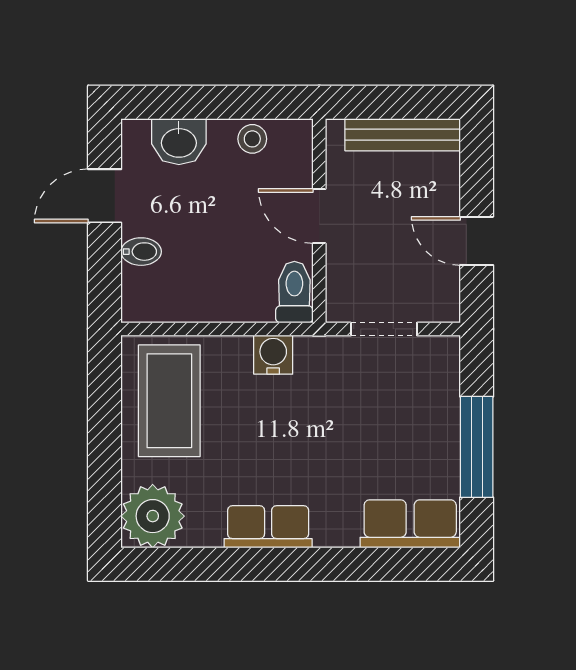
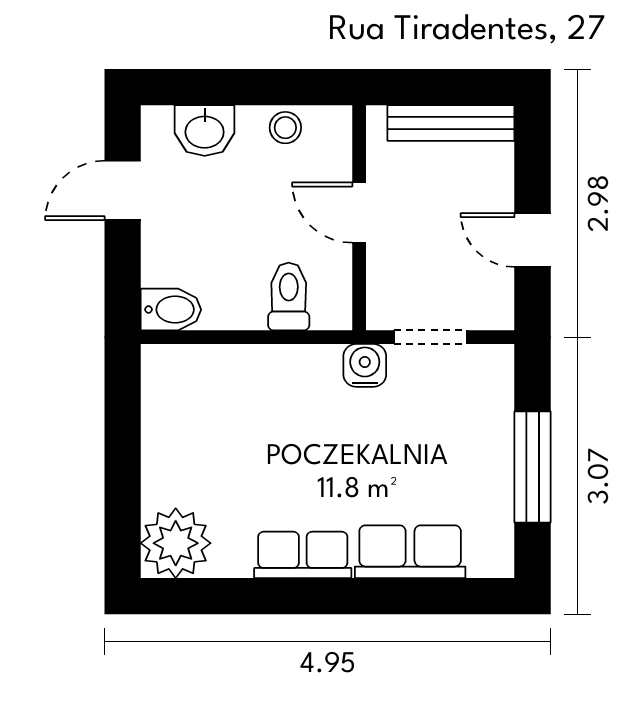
bidet: (141, 252) -> (171, 310), moved, width x1.38, depth x1.36
toilet: (294, 292) -> (289, 296), moved
water cooler: (273, 355) -> (365, 365), moved
coffee table: (169, 401) -> (194, 416), removed
row of seats: (410, 524) -> (410, 552), moved

